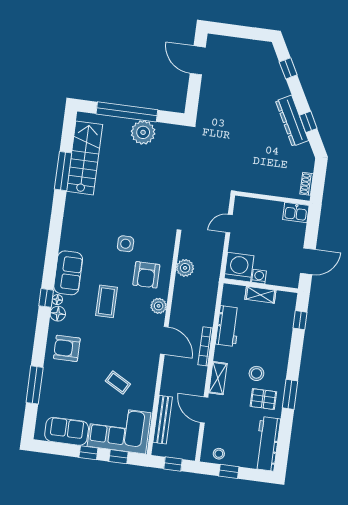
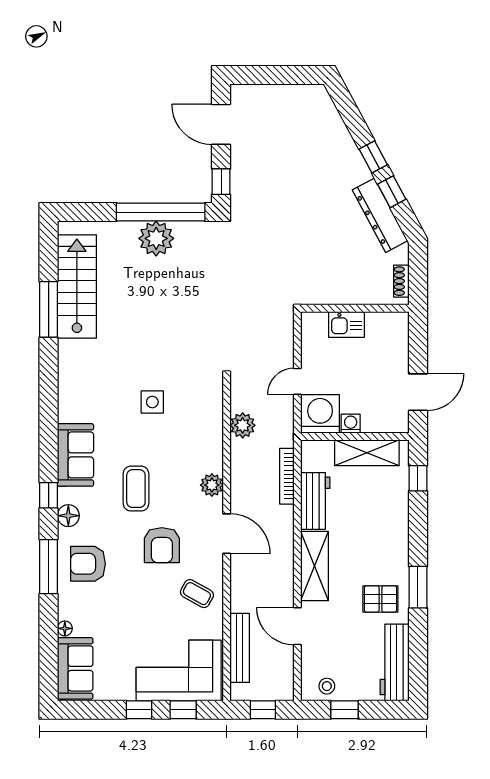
window: (288, 68) -> (373, 157), moved
window: (193, 99) -> (221, 182), added
window: (127, 112) -> (161, 212), moved
dresser: (292, 121) -> (380, 215), moved
kitchen sink: (296, 213) -> (347, 324), moved
door: (229, 224) -> (297, 381), moved
armchair: (146, 275) -> (162, 545), moved
shelving: (260, 295) -> (367, 453), width x1.50, depth x1.33
floor lamp: (57, 300) -> (65, 628), moved
bookcase: (205, 346) -> (287, 476), moved
stool: (256, 373) -> (366, 563), removed
shelving: (218, 378) -> (315, 566), width x1.50, depth x1.33
coffee table: (118, 383) -> (197, 594), moved
window: (35, 385) -> (49, 567), moved
sofa: (67, 431) -> (75, 668), moved, turned 90

